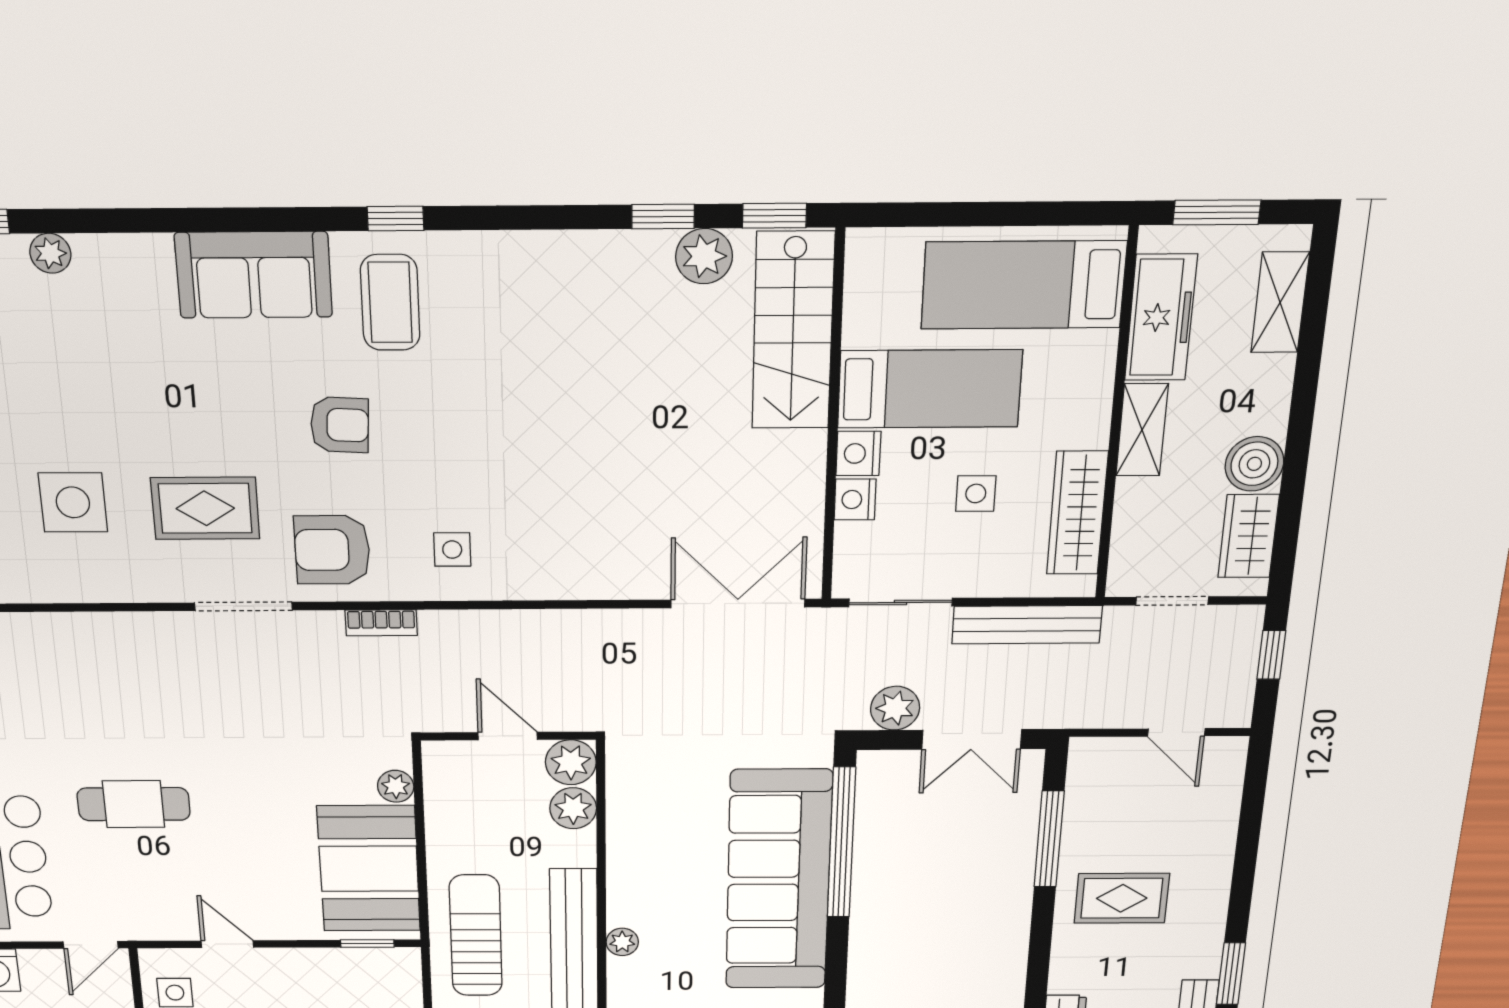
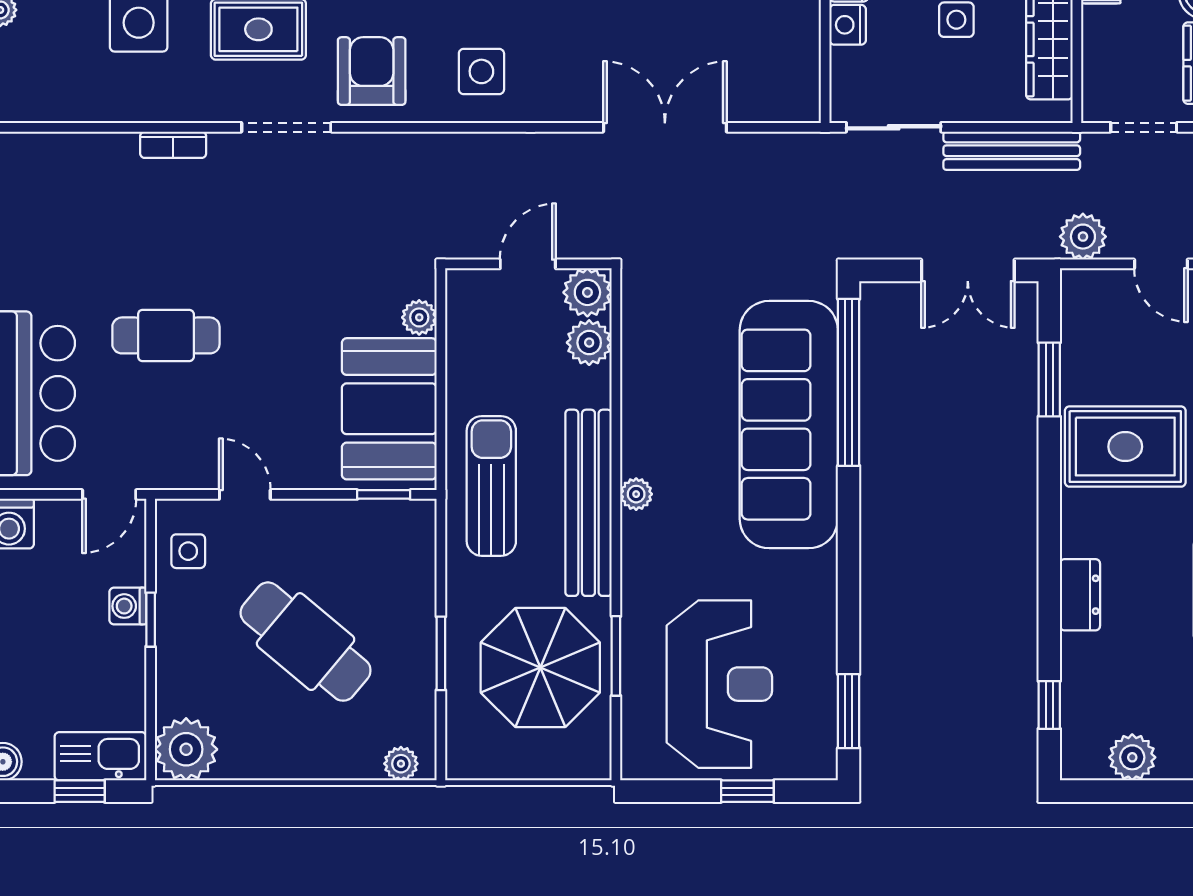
armchair: (332, 550) -> (372, 71), turned 90
side table: (452, 550) -> (481, 71), width x1.37, depth x1.37
double door: (738, 603) -> (665, 127), moved
bookcase: (381, 623) -> (173, 145), moved
plant: (895, 708) -> (1083, 237), moved
door: (508, 736) -> (528, 264), hinge flipped
window: (1049, 839) -> (1049, 379), width x0.69
rug: (1122, 898) -> (1125, 447), width x1.36, depth x1.43

